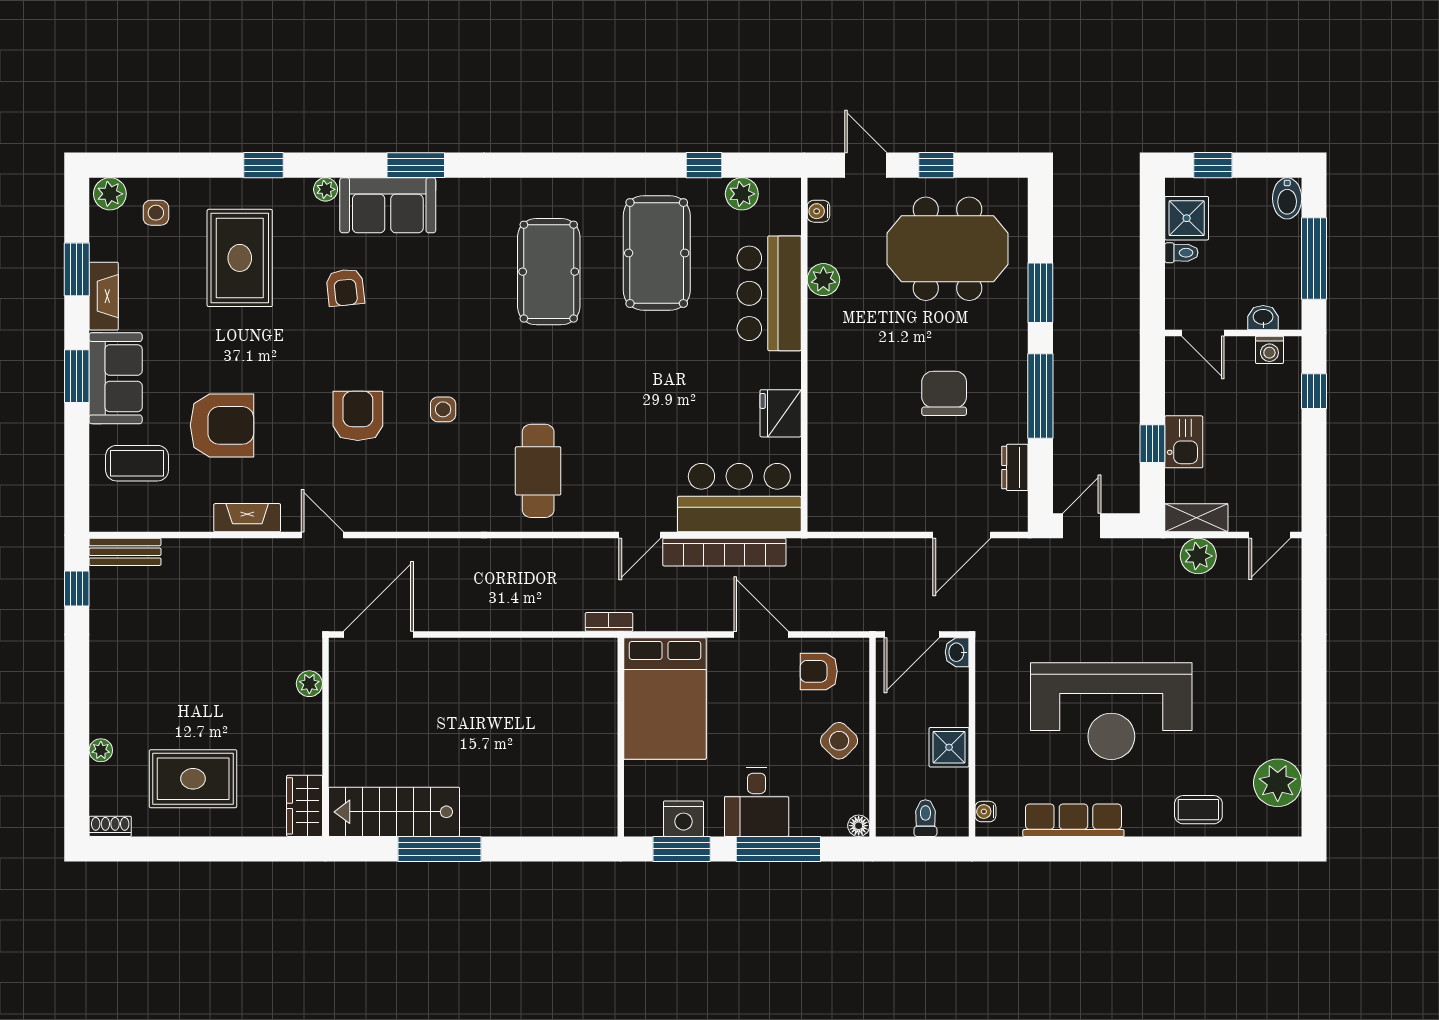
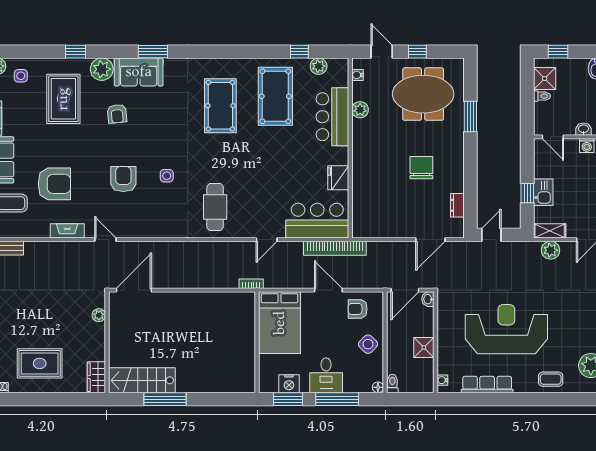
plant: (326, 189) -> (102, 69), width x1.88, depth x1.88
window: (1040, 396) -> (470, 169), removed
bookcase: (724, 552) -> (335, 248), moved
reception desk: (1111, 711) -> (506, 329), turned 180
toilet: (925, 818) -> (392, 383), moved

